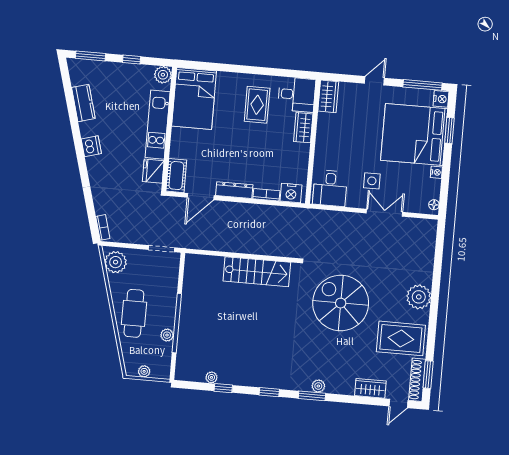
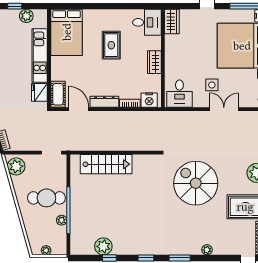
plant: (163, 75) -> (26, 16), moved
rug: (257, 105) -> (111, 45), moved
wardrobe: (303, 128) -> (154, 62), moved
door: (201, 197) -> (78, 109), swing flipped
stairs: (257, 272) -> (106, 164), moved
cafe table: (134, 313) -> (46, 198), moved, turned 90
plant: (211, 377) -> (103, 246), width x1.87, depth x1.87
plant: (318, 386) -> (207, 250), moved
wardrobe: (370, 388) -> (225, 248), removed

